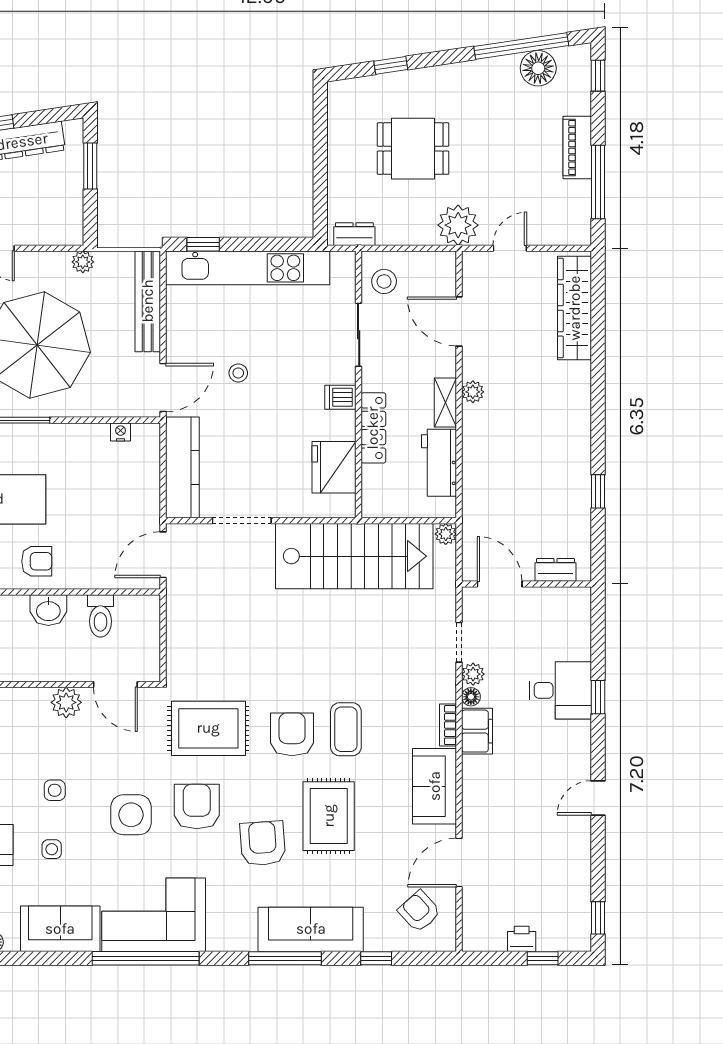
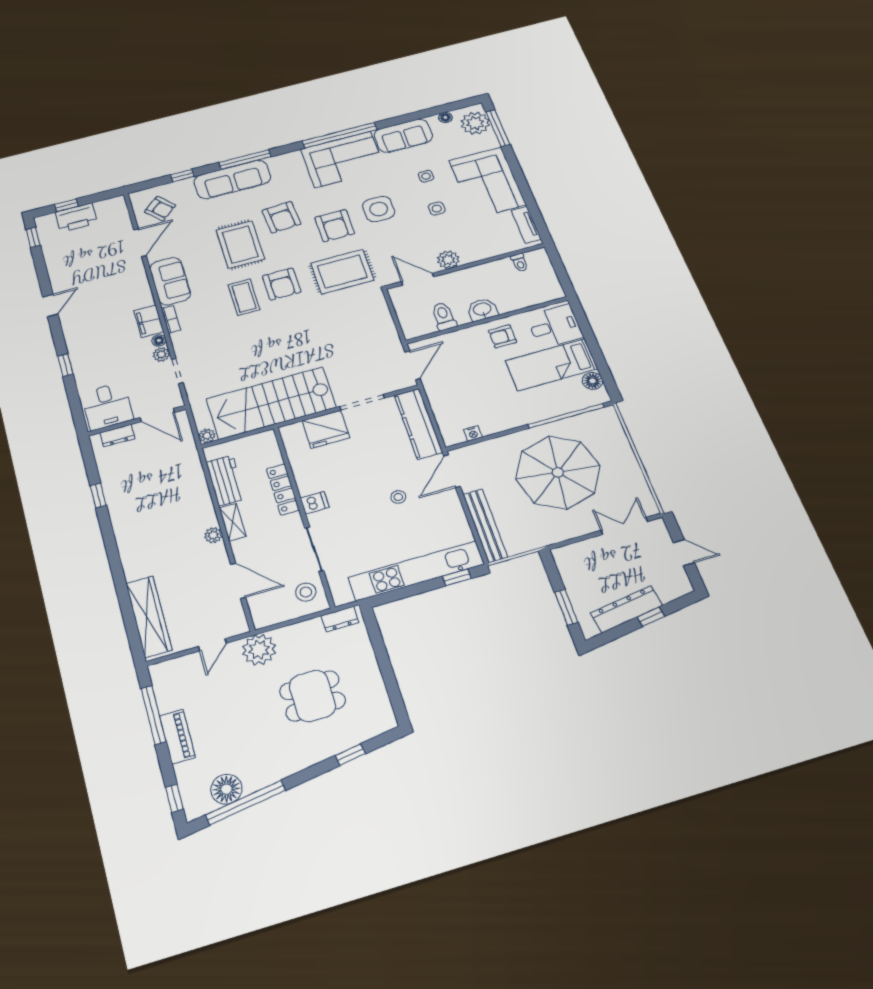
plant: (83, 262) -> (545, 538), removed
fridge: (334, 467) -> (326, 429), moved, turned 90
desk: (560, 690) -> (107, 406), moved, turned -90
printer: (522, 939) -> (76, 218), width x1.87, depth x1.48

